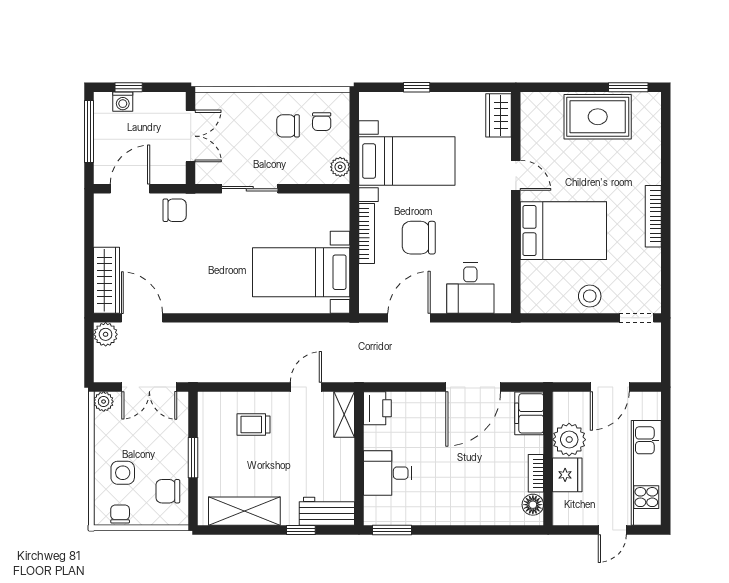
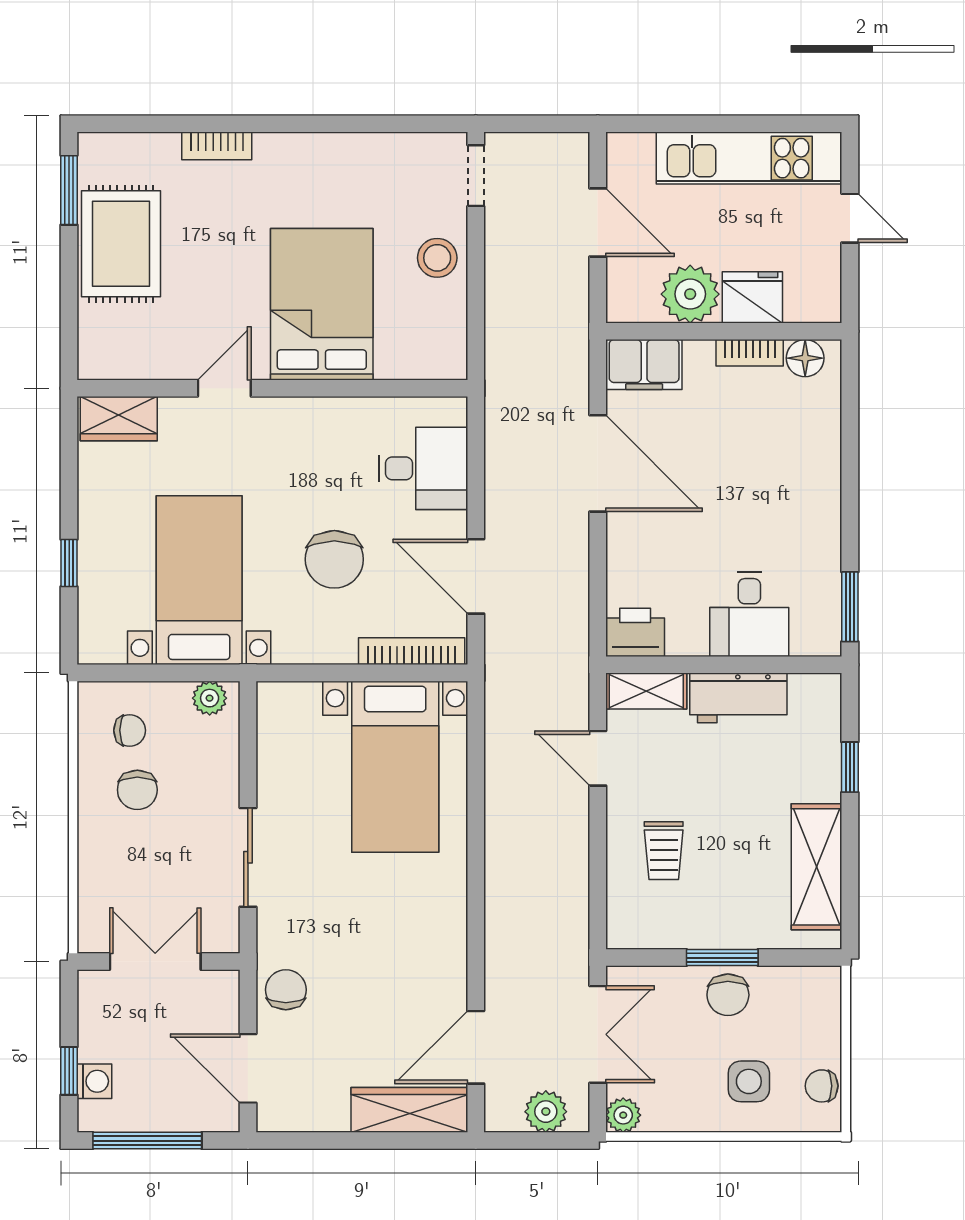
bookcase: (653, 216) -> (217, 146), moved, width x0.64
bookcase: (367, 233) -> (412, 651), moved
plant: (106, 334) -> (546, 1112), moved
chair: (168, 491) -> (728, 995), moved
workbench: (327, 511) -> (738, 698), moved, turned -90

